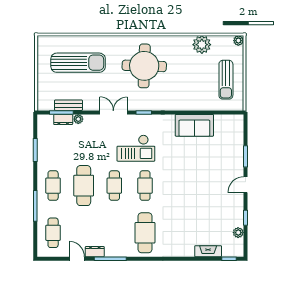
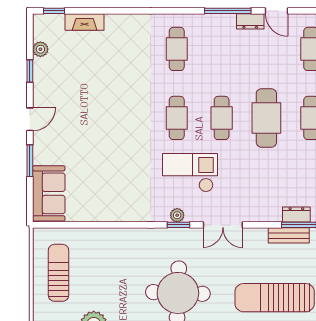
plant: (78, 119) -> (177, 215), moved
sofa: (194, 125) -> (49, 193), moved, turned 90
cafe table: (145, 233) -> (177, 49), width x0.73, depth x0.74

